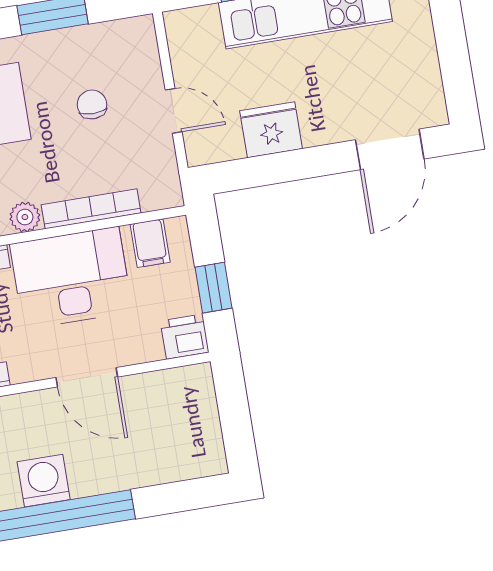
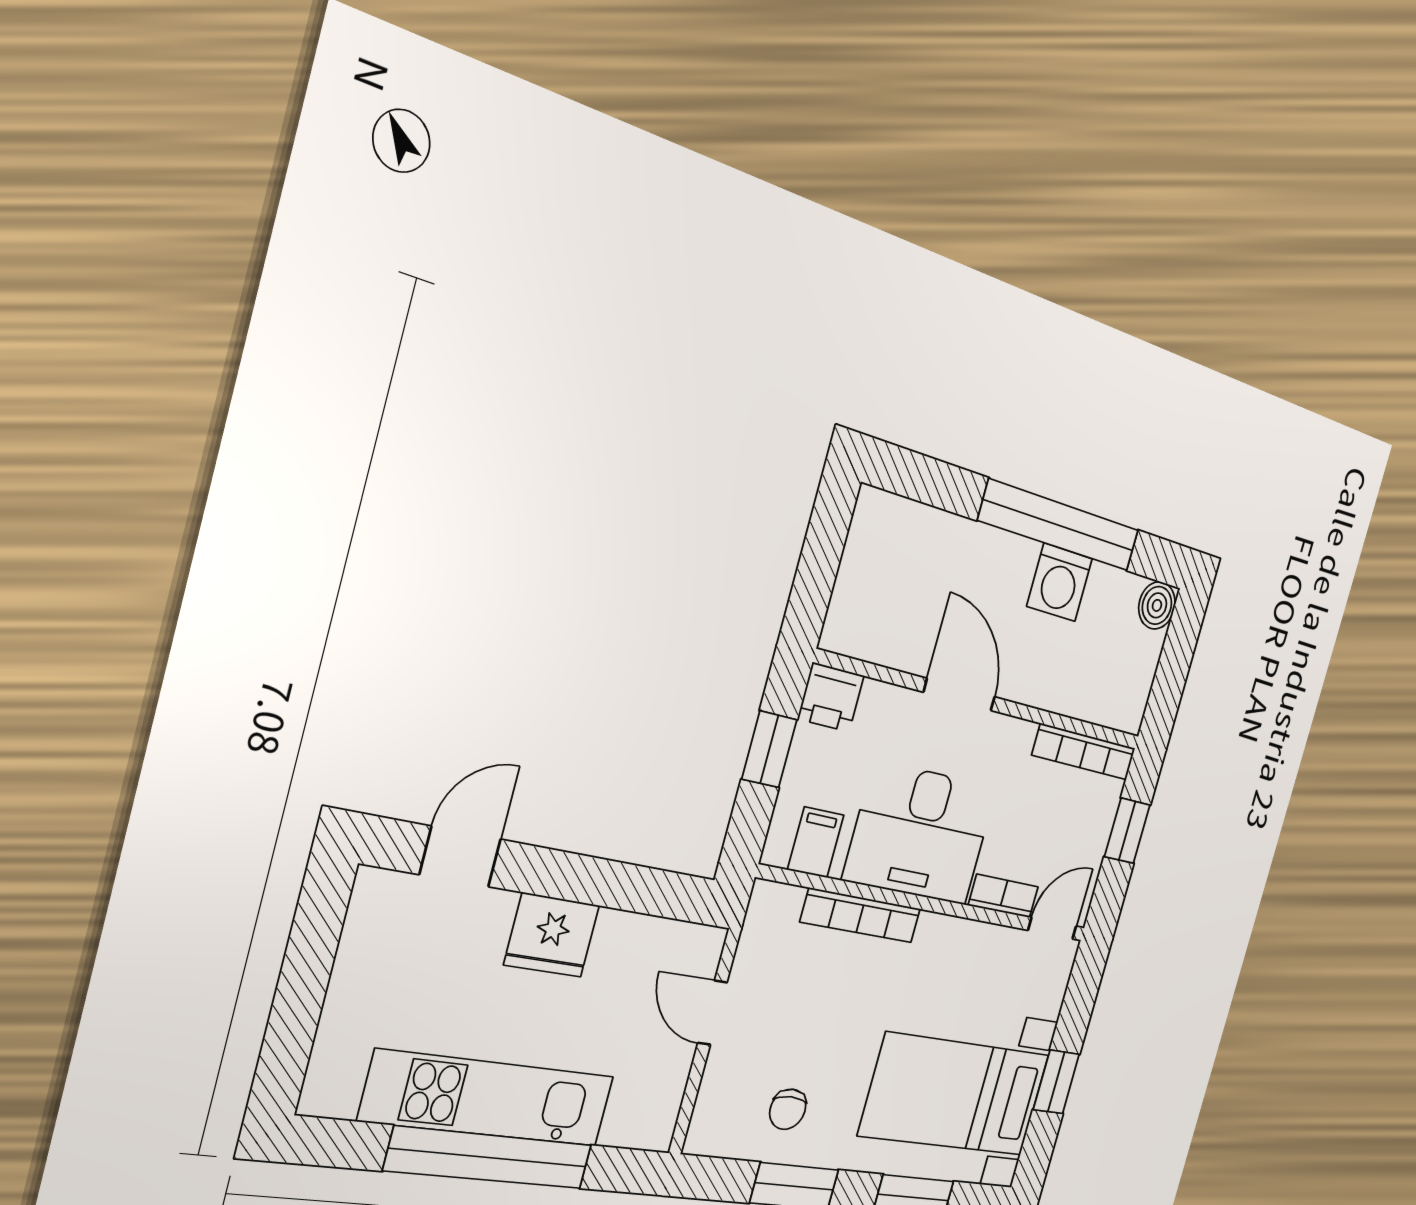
chair: (92, 104) -> (788, 1109), moved
fridge: (271, 130) -> (552, 935), moved
door: (390, 149) -> (460, 857), width x0.73
plant: (25, 217) -> (934, 933), removed

